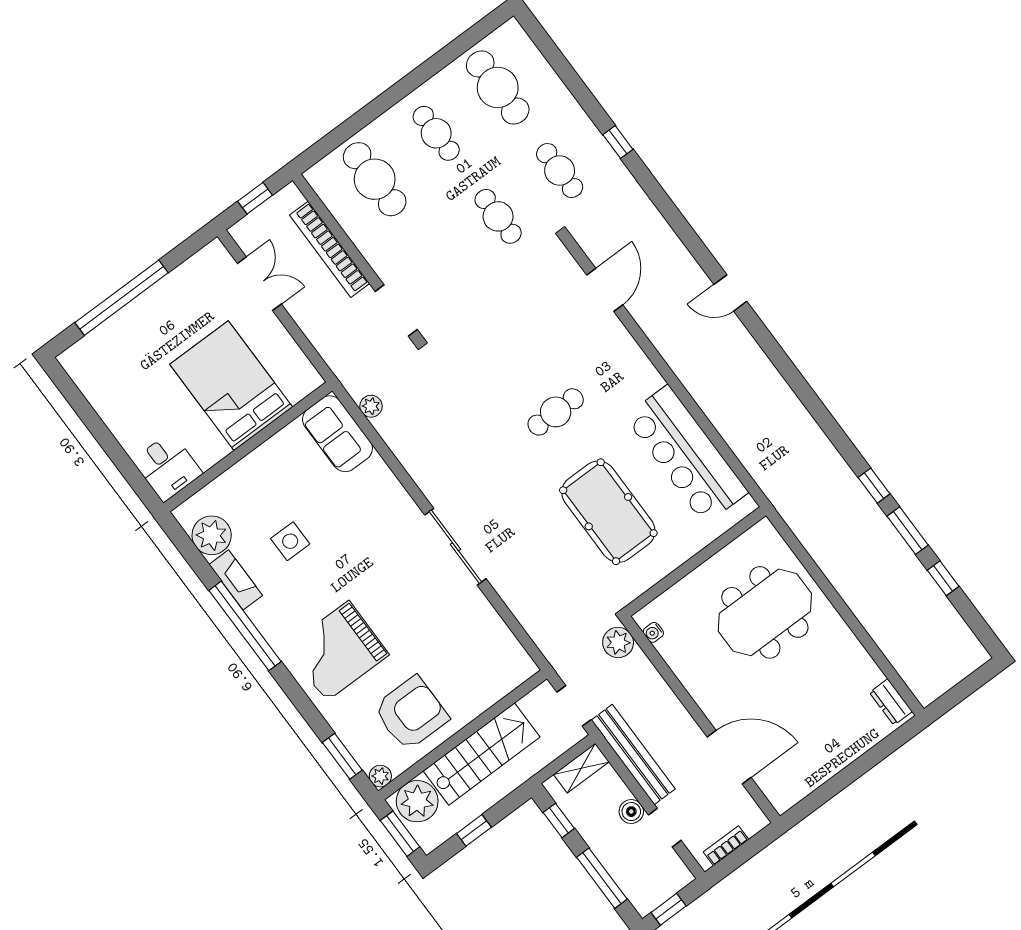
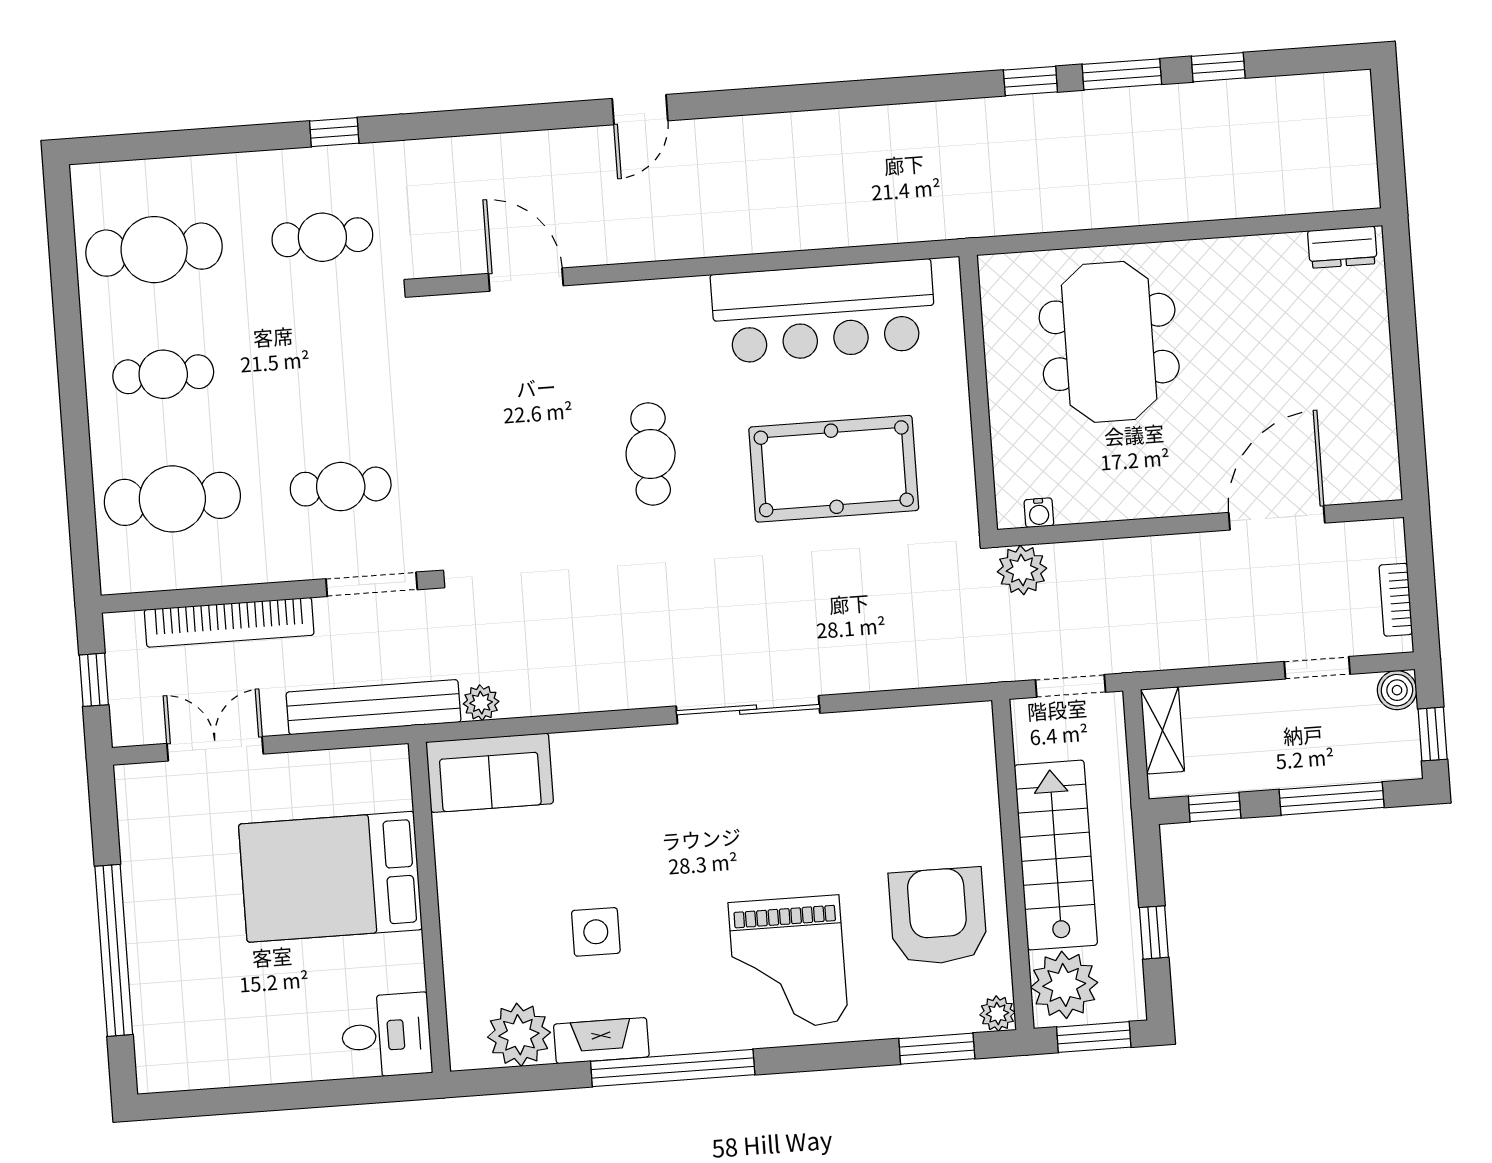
cafe table: (498, 216) -> (341, 487), moved
bench: (633, 755) -> (373, 707), moved
boiler: (631, 812) -> (1397, 690), moved

